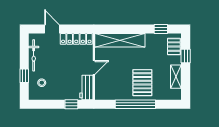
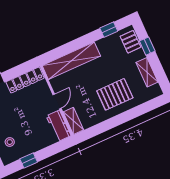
pallet: (142, 83) -> (115, 94), turned 90
shelving: (100, 89) -> (73, 121), added
window: (71, 104) -> (29, 161), moved
window: (135, 104) -> (118, 120), removed

